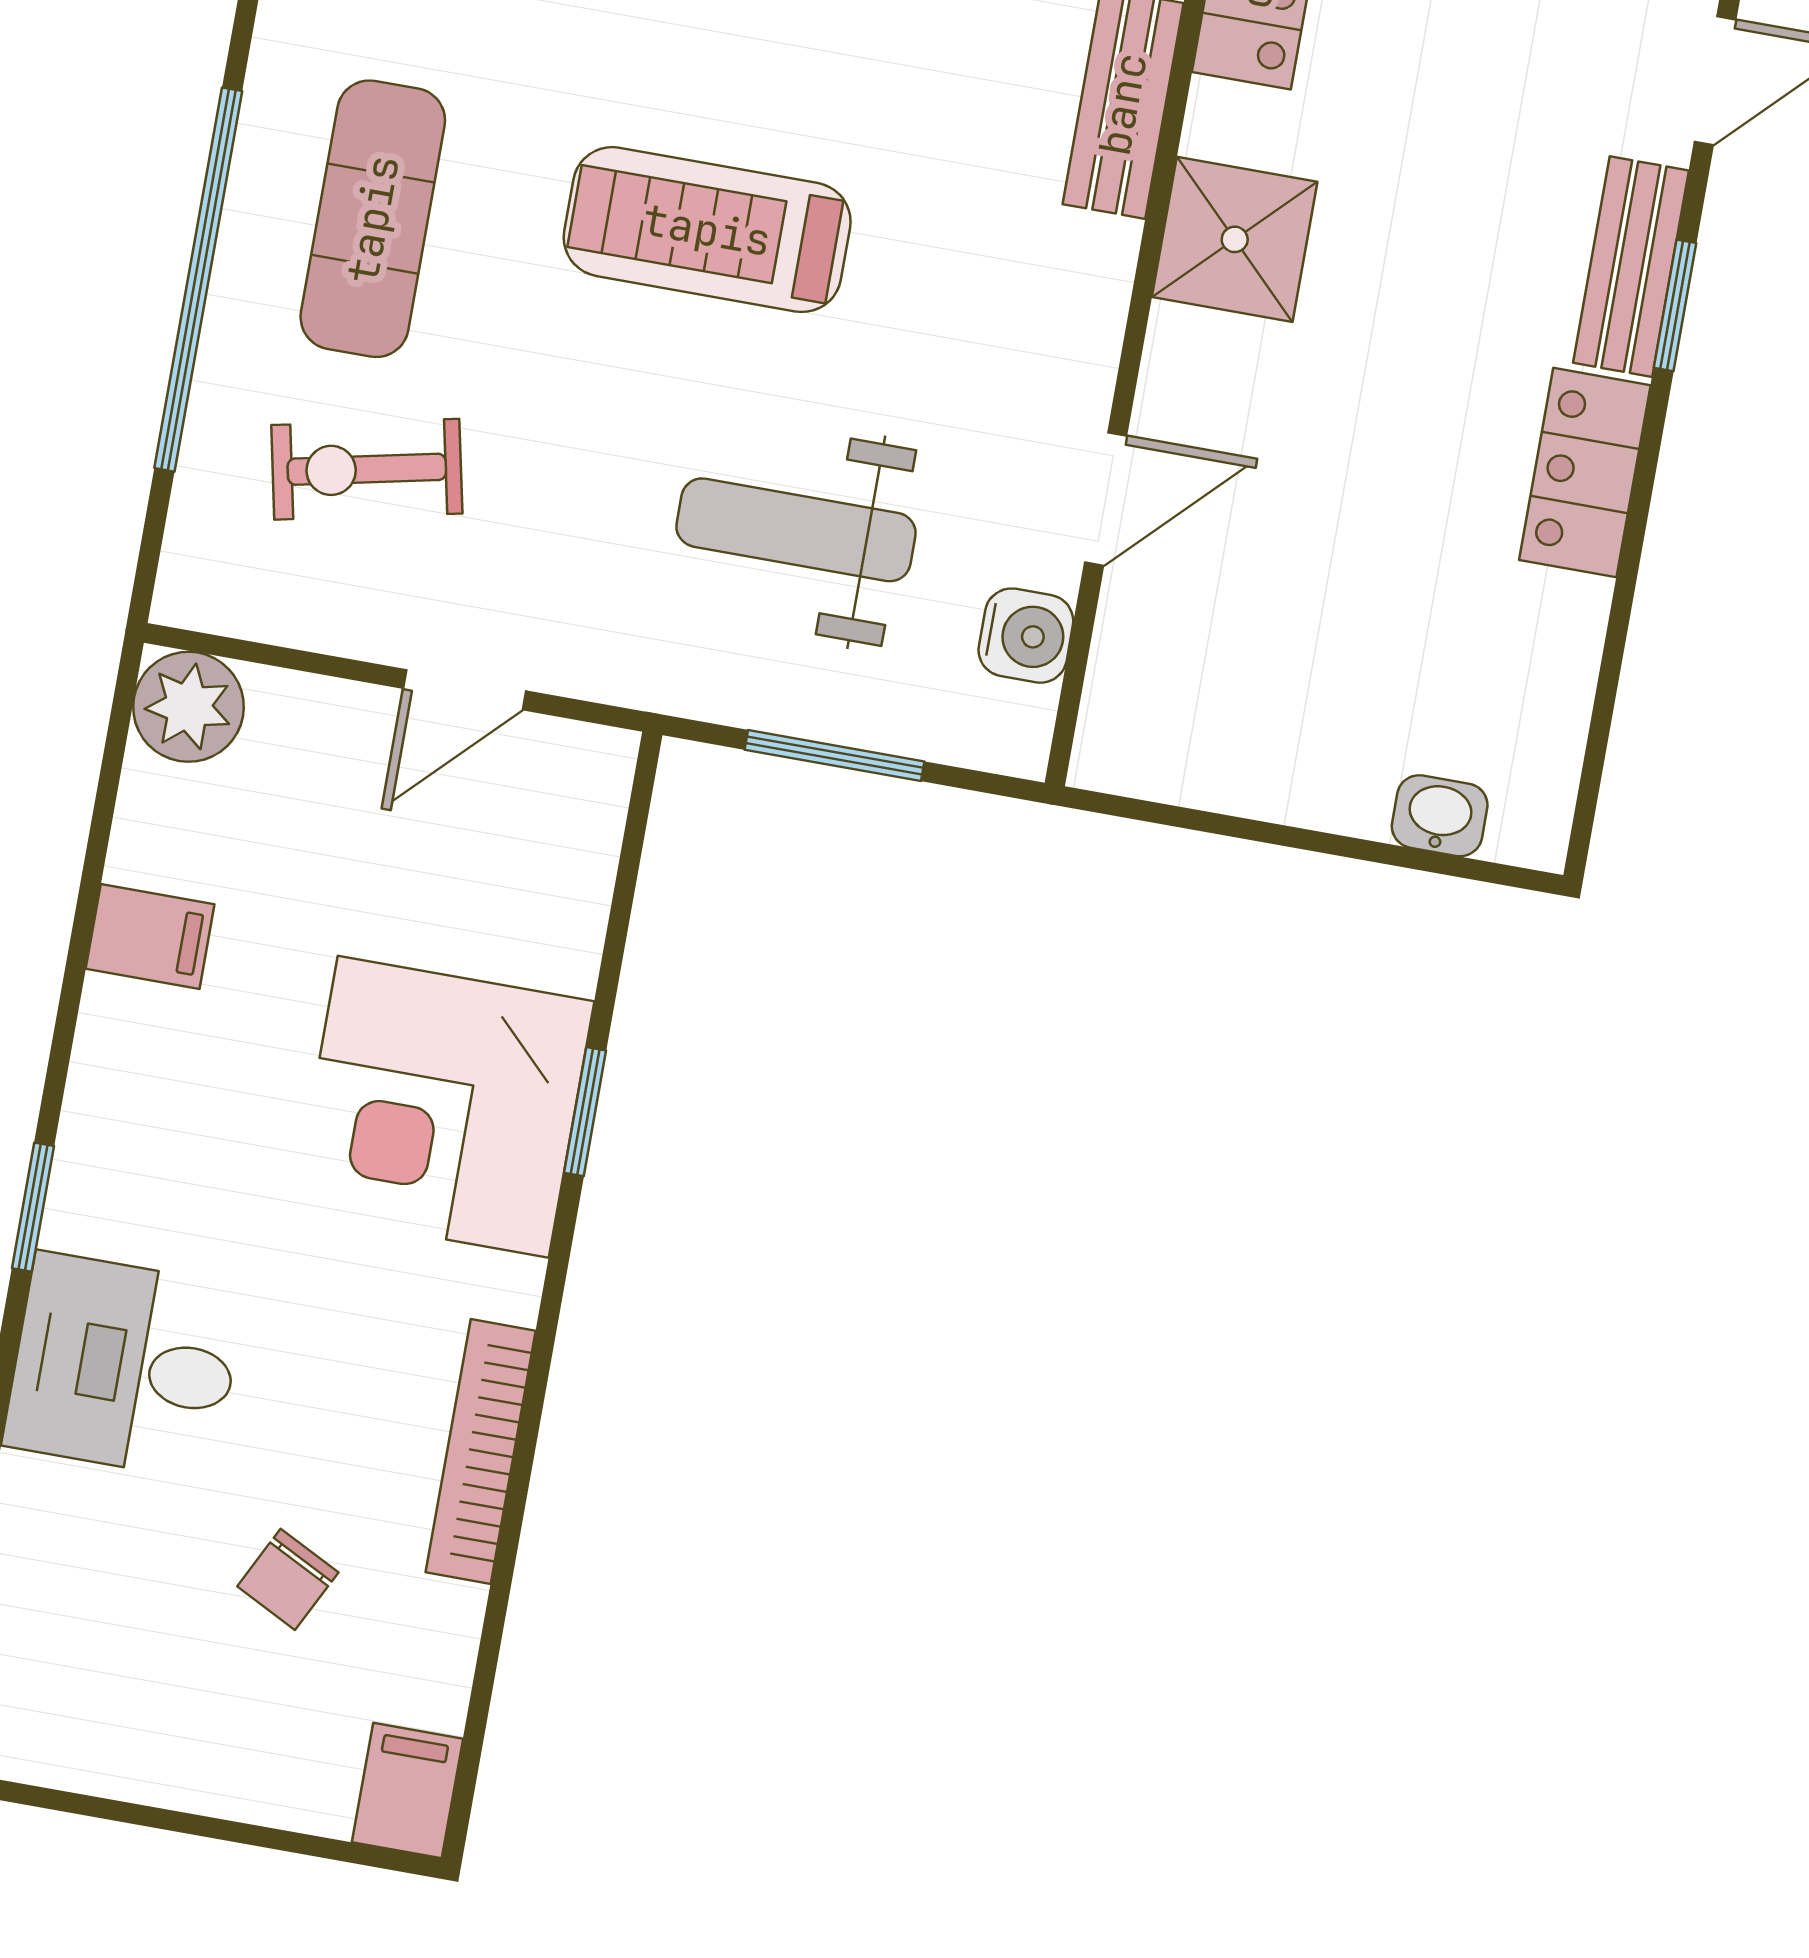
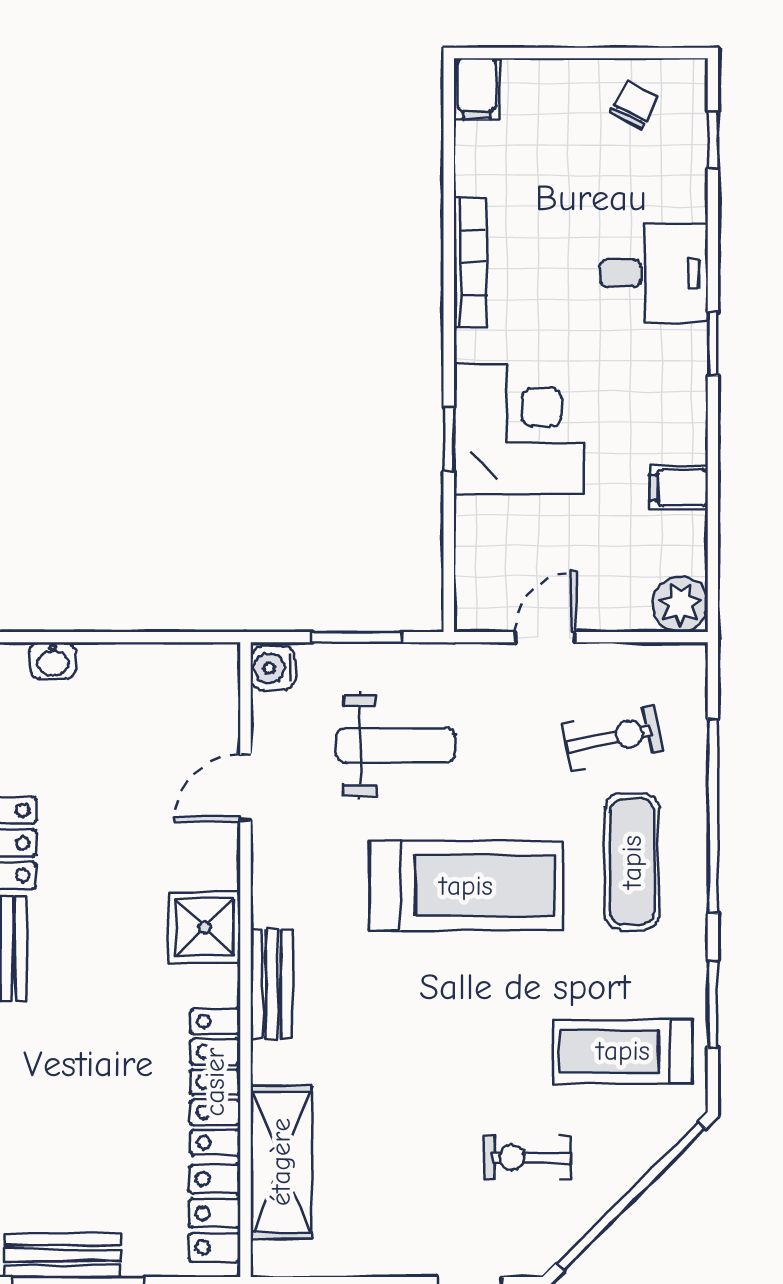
treadmill: (707, 230) -> (466, 886), width x1.37, depth x1.38
water cooler: (1026, 636) -> (273, 668), moved
chair: (288, 1579) -> (634, 105), moved

